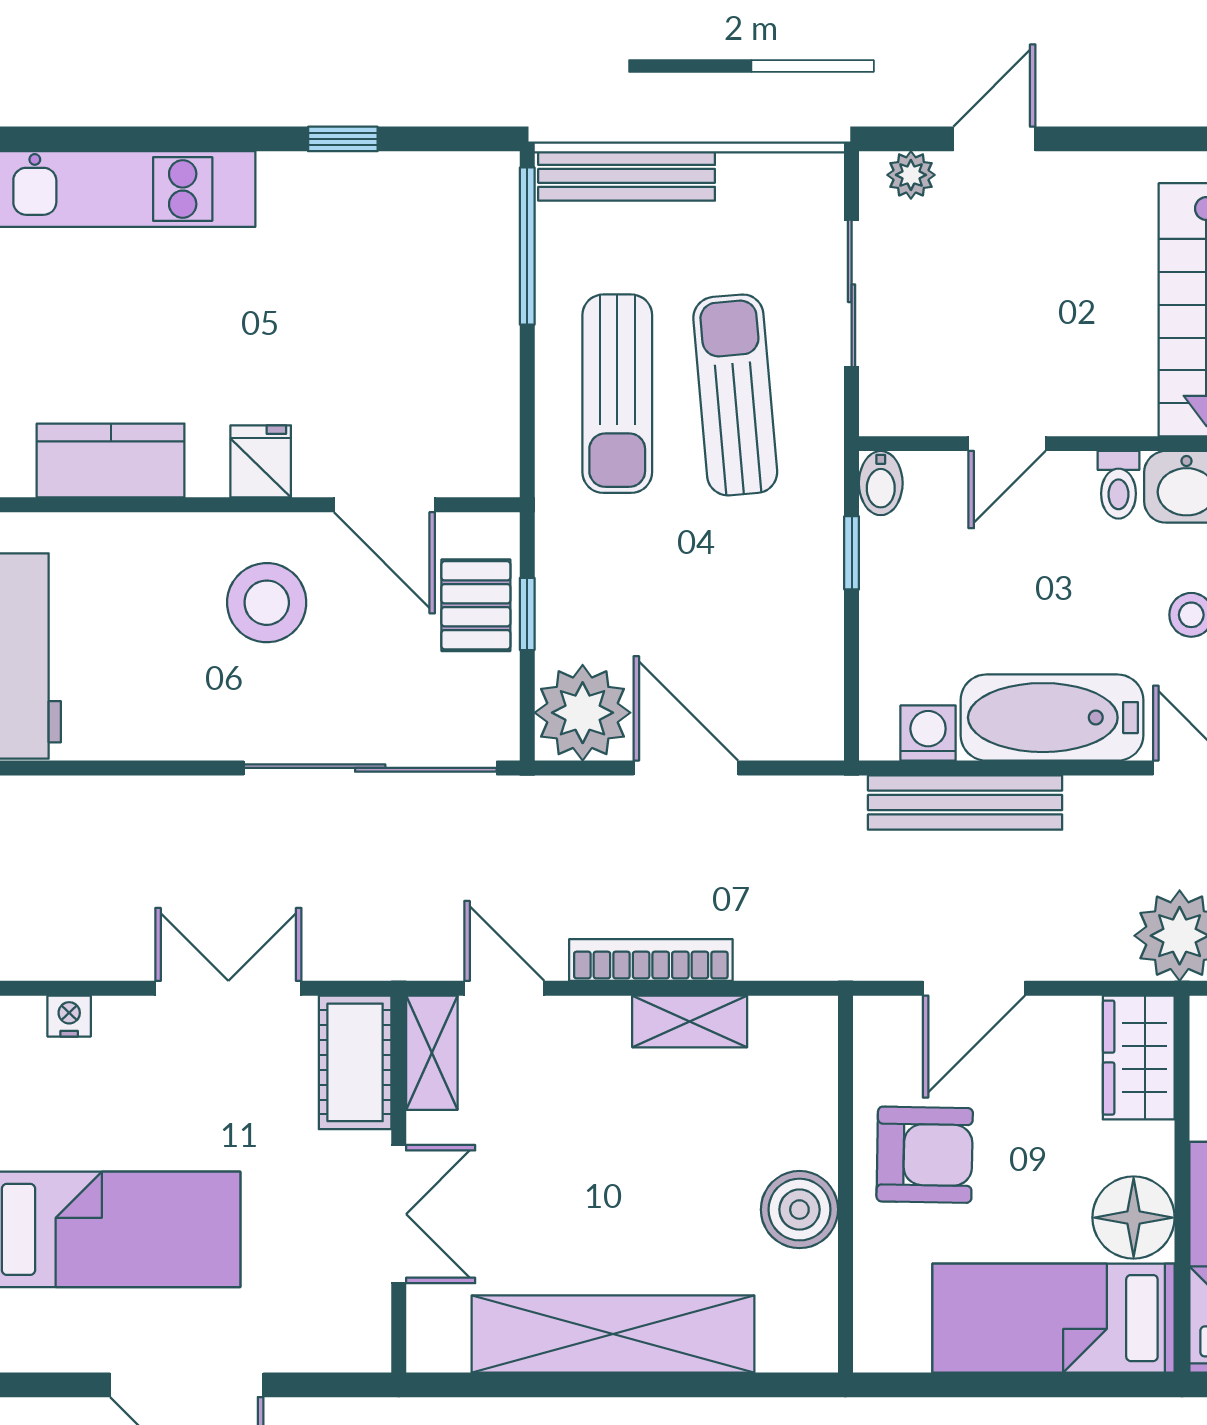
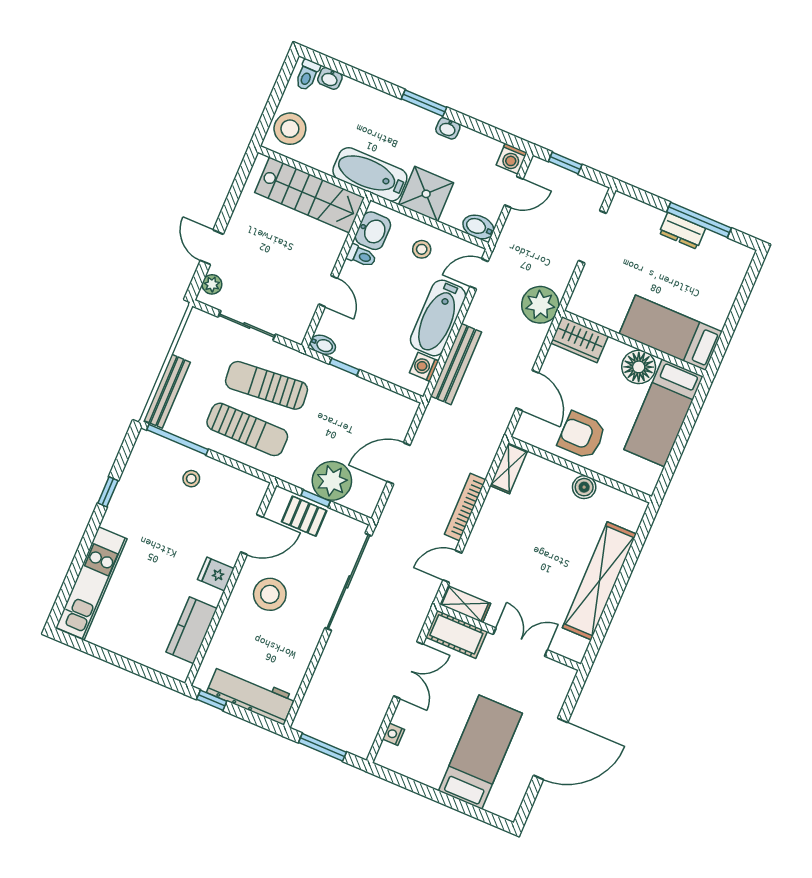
stool: (452, 314) -> (191, 479), added
plant: (583, 713) -> (332, 481), moved
double door: (228, 988) -> (408, 670), swing flipped
shelving: (690, 1021) -> (509, 468), moved
armchair: (925, 1155) -> (582, 435), turned -91
boiler: (799, 1210) -> (584, 487), width x0.73, depth x0.73

